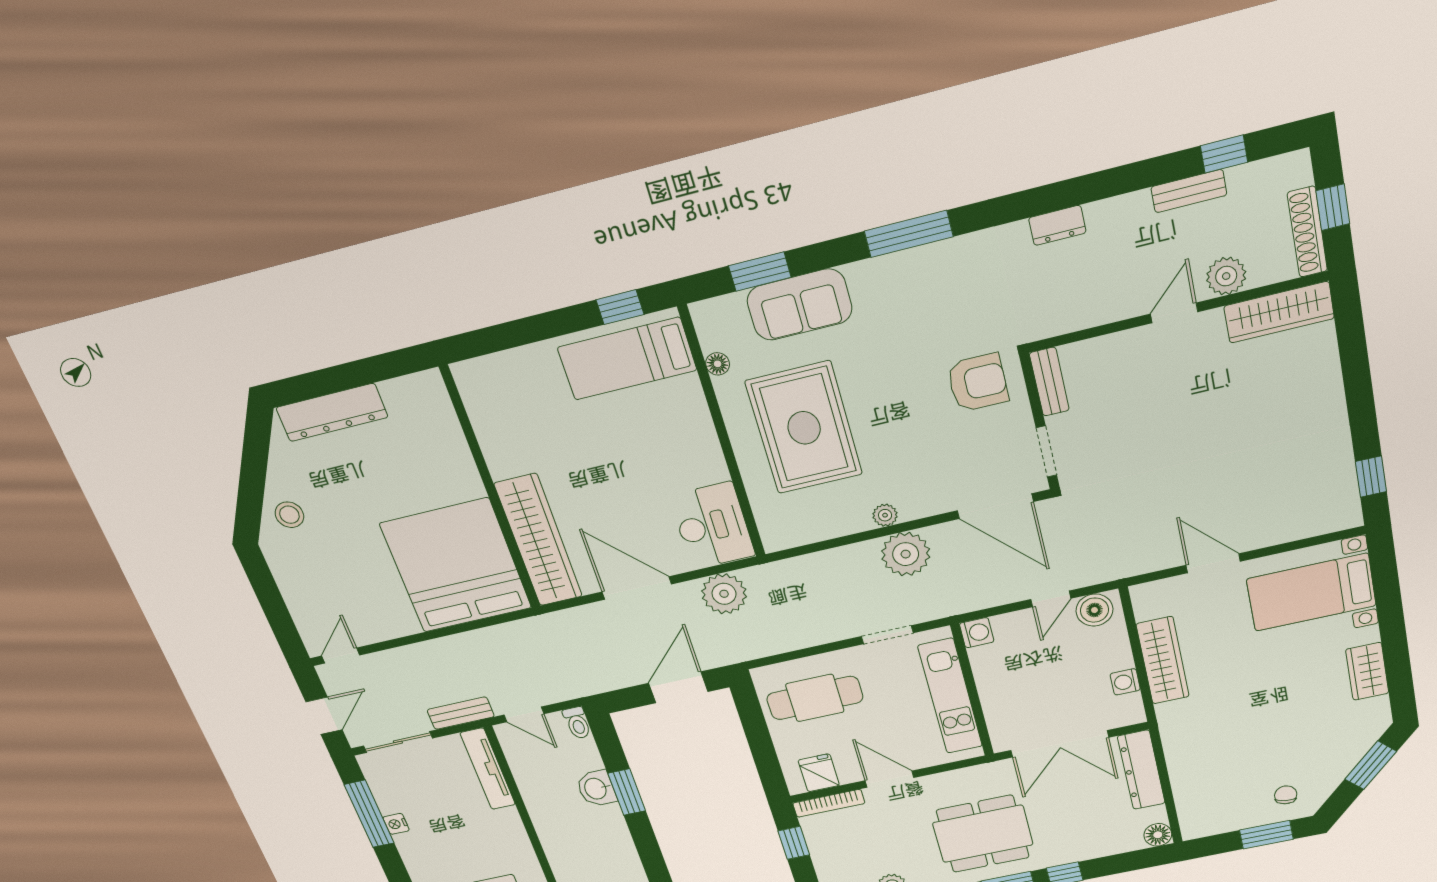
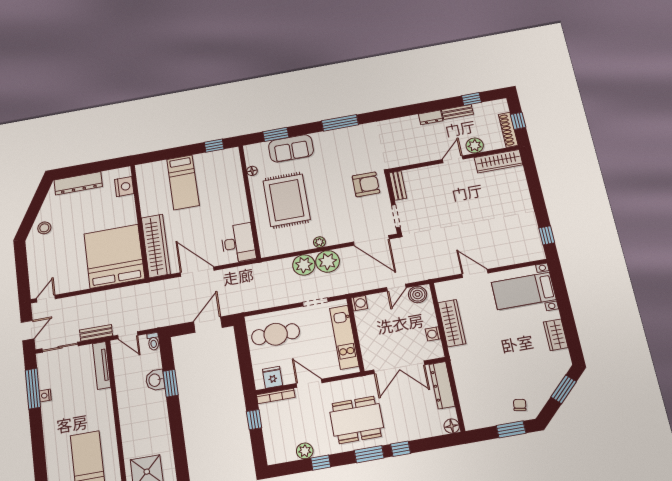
dresser: (1057, 225) -> (431, 117), moved
bed: (627, 359) -> (183, 182), moved, turned -90
nightstand: (437, 415) -> (124, 187), added
plant: (724, 594) -> (304, 265), moved

